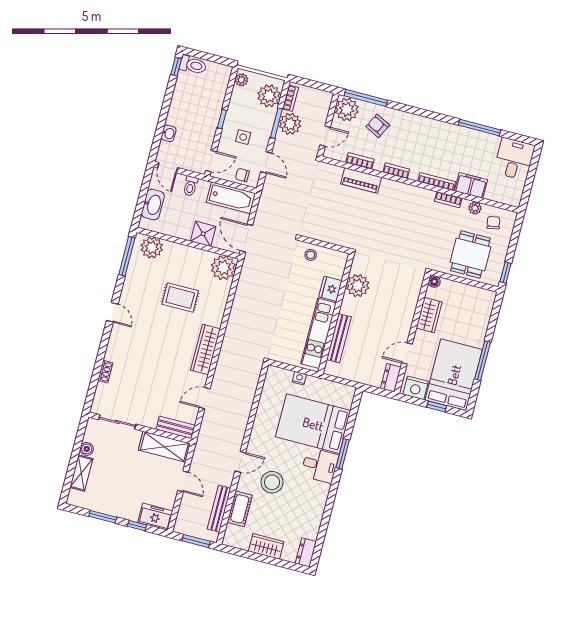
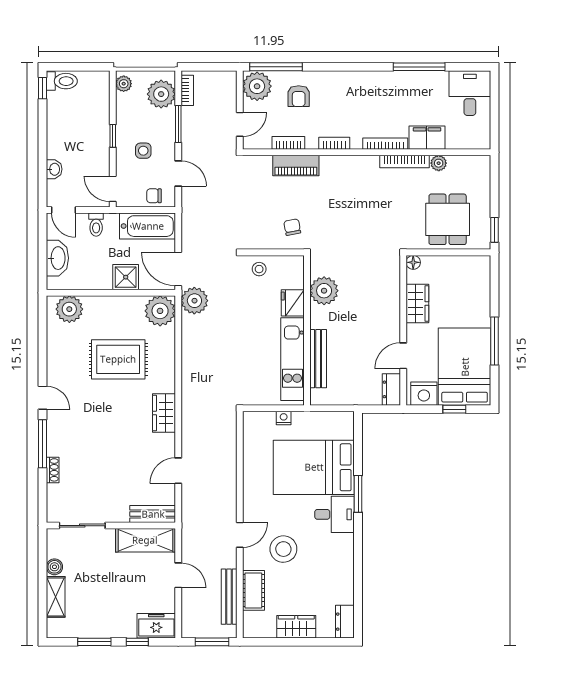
plant: (290, 124) -> (194, 301), moved
armchair: (378, 126) -> (299, 96), turned -117
door: (211, 161) -> (113, 189), swing flipped
bookcase: (448, 200) -> (404, 162), width x1.56
chair: (493, 223) -> (292, 227), moved
window: (127, 256) -> (43, 444), moved
rug: (180, 298) -> (118, 359), width x1.36, depth x1.43
wardrobe: (205, 349) -> (164, 413), width x0.67

